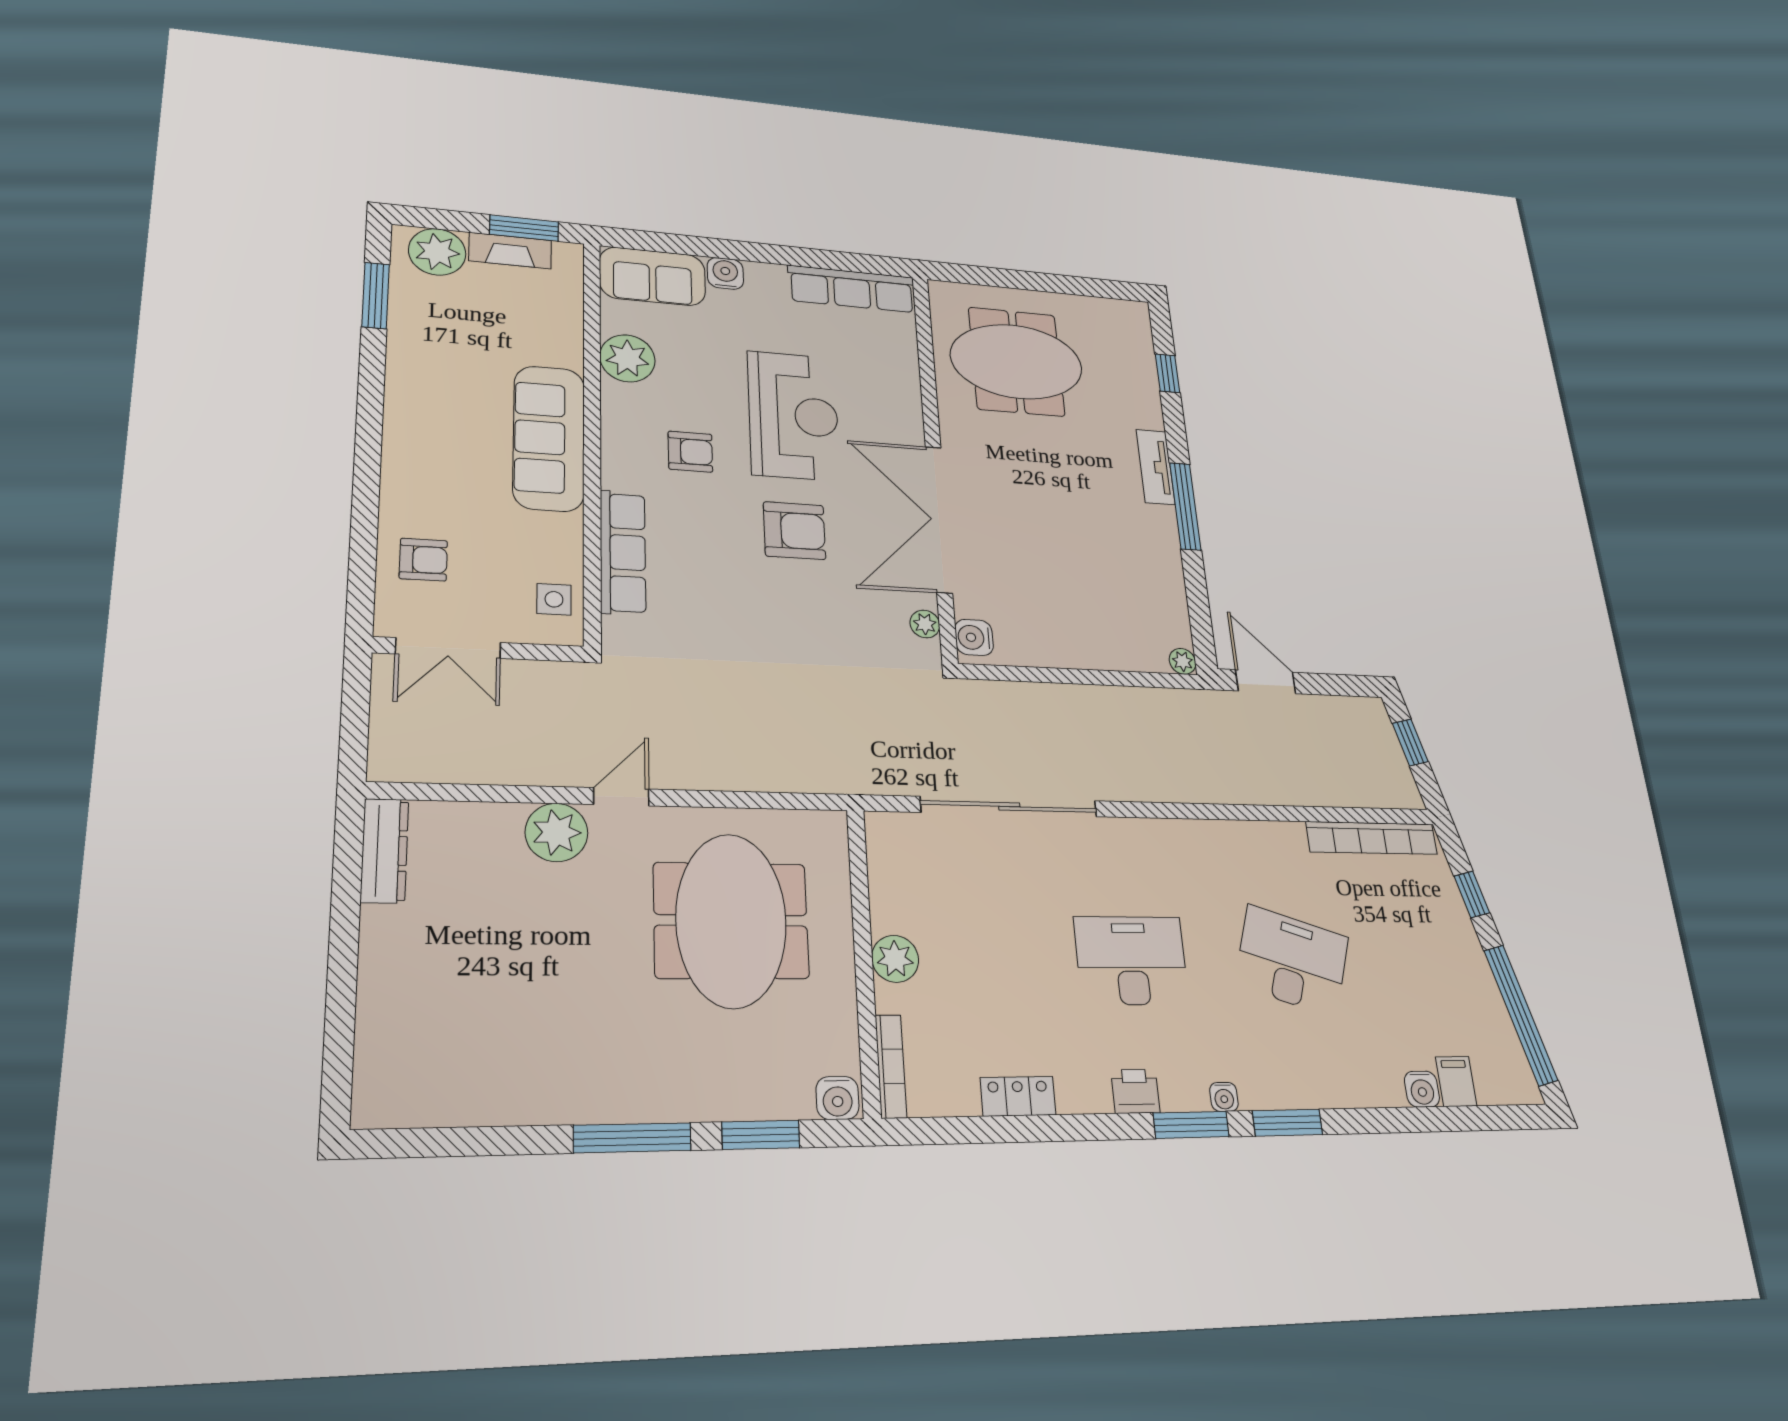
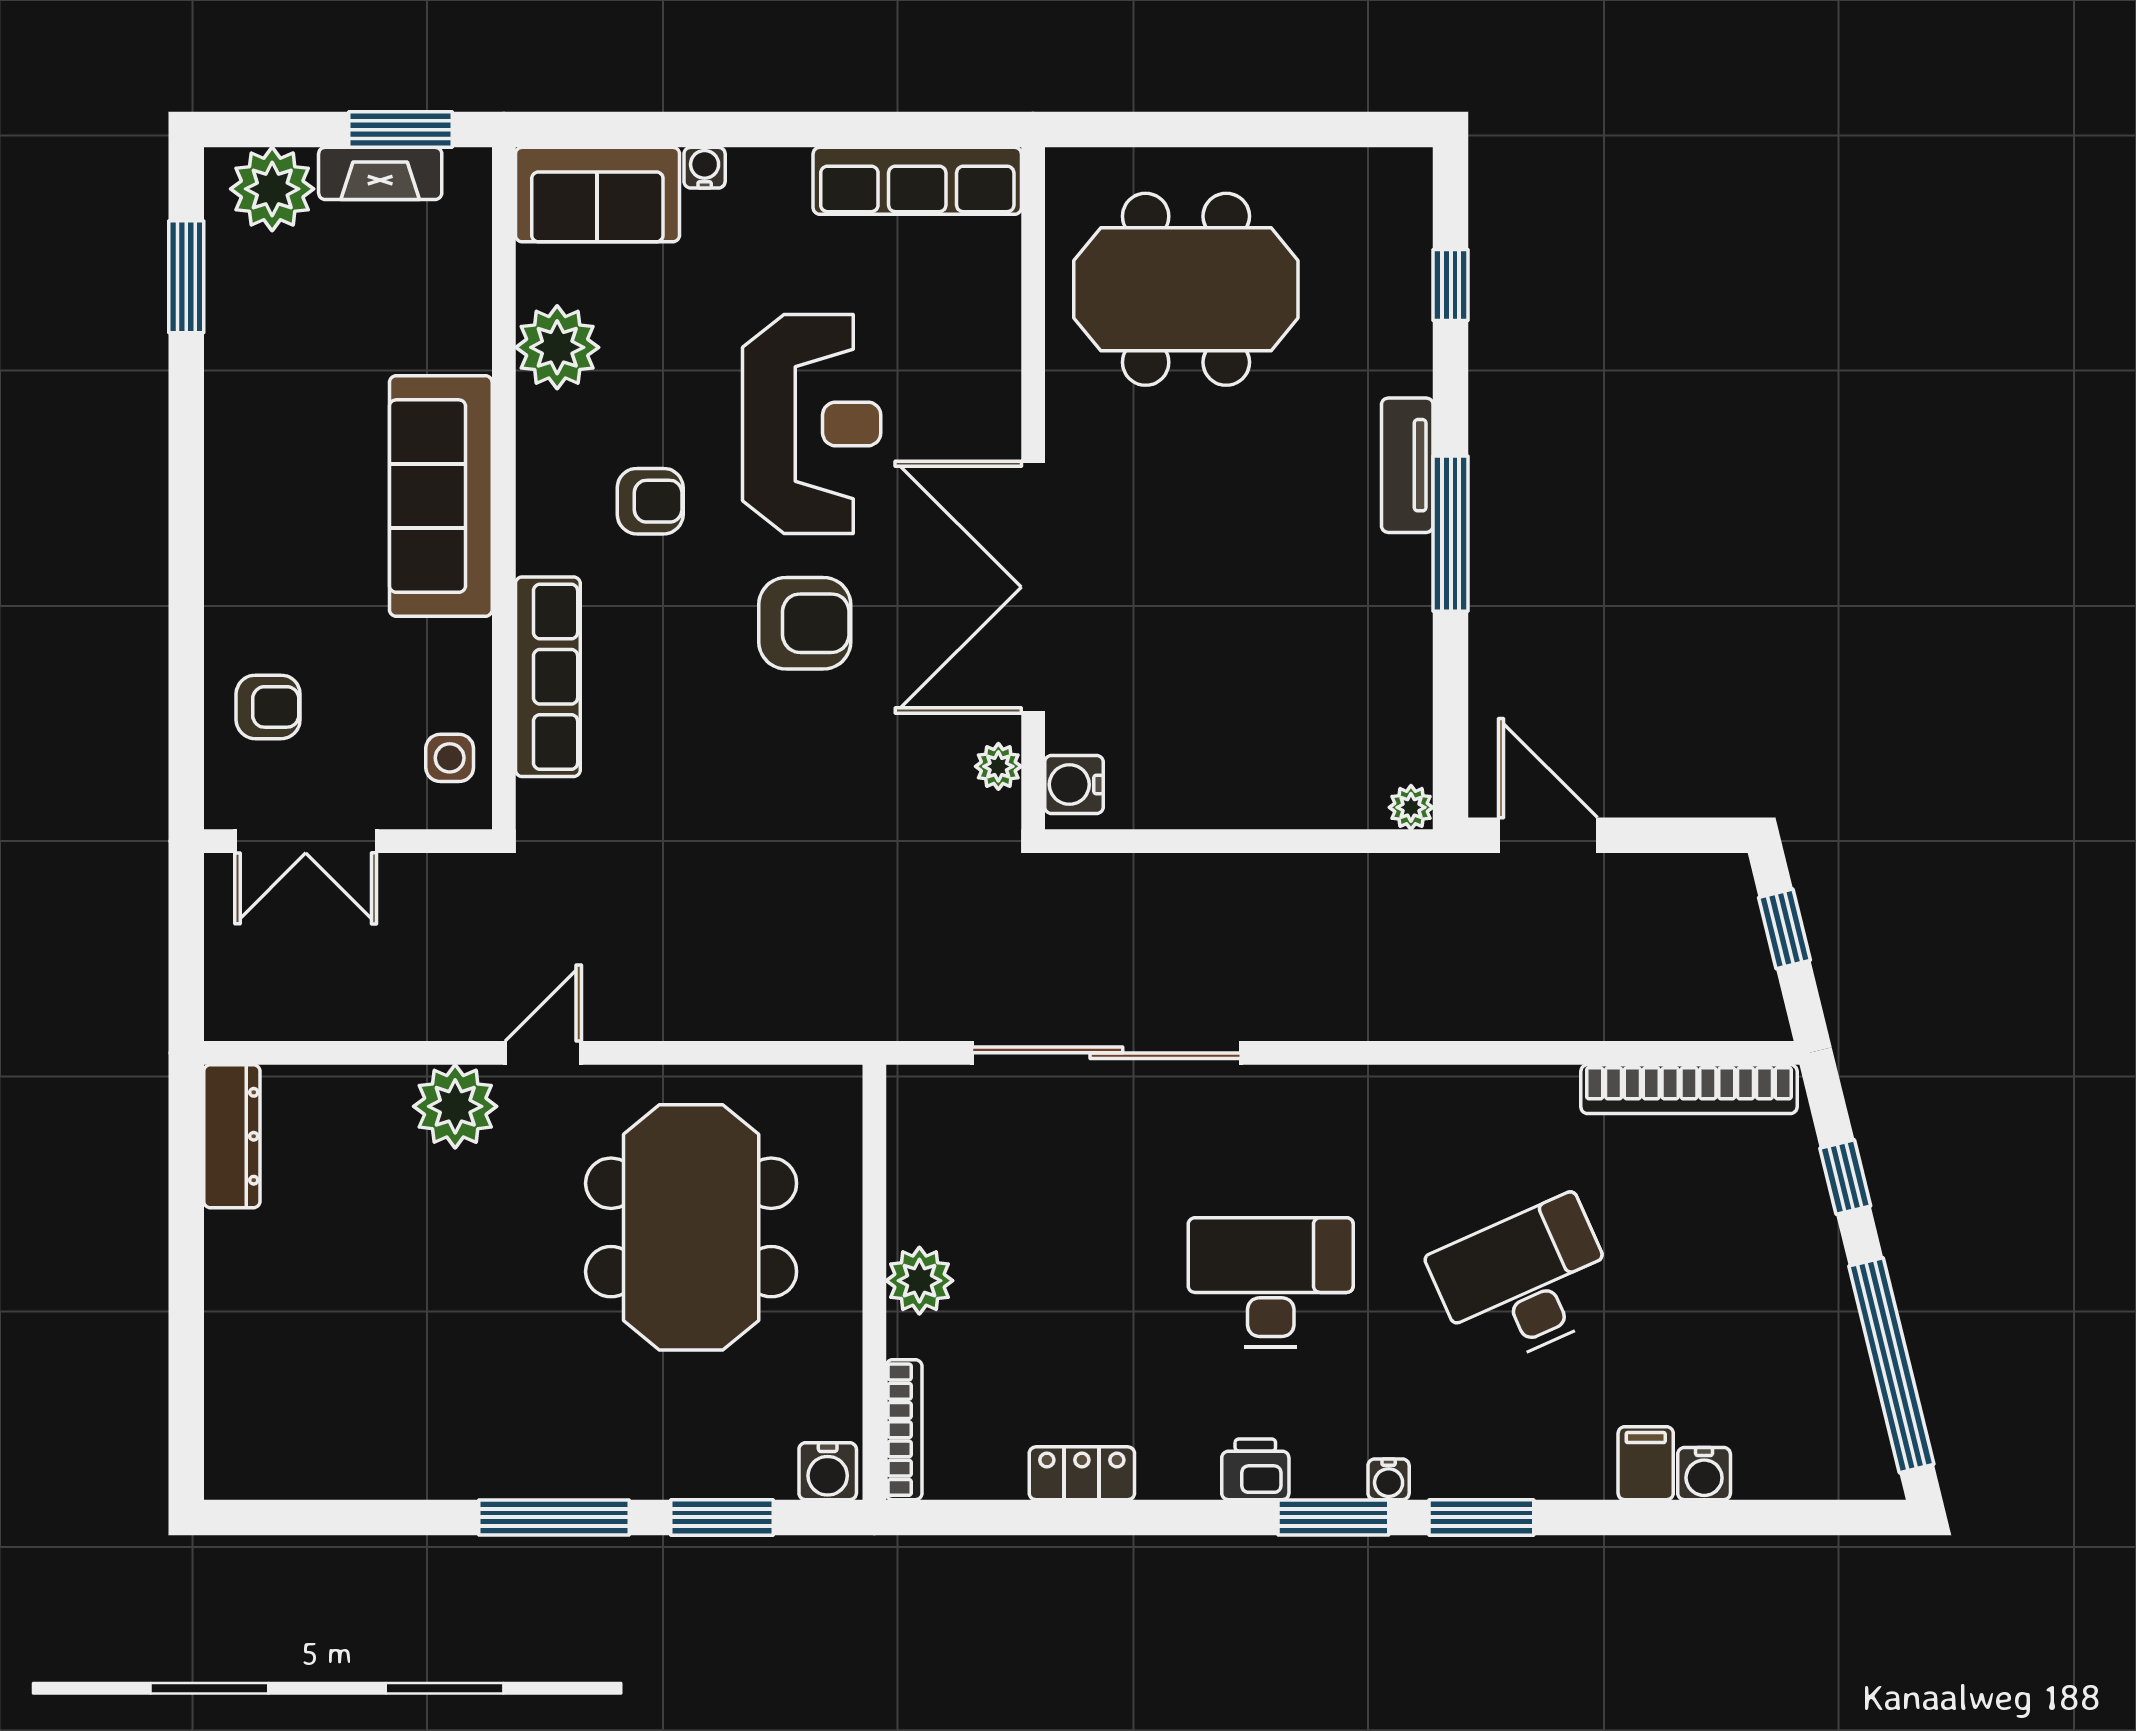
water cooler: (725, 273) -> (705, 168), width x0.72, depth x0.72
desk: (1292, 961) -> (1525, 1282), turned -42
filing cabinet: (1456, 1081) -> (1646, 1463), moved

